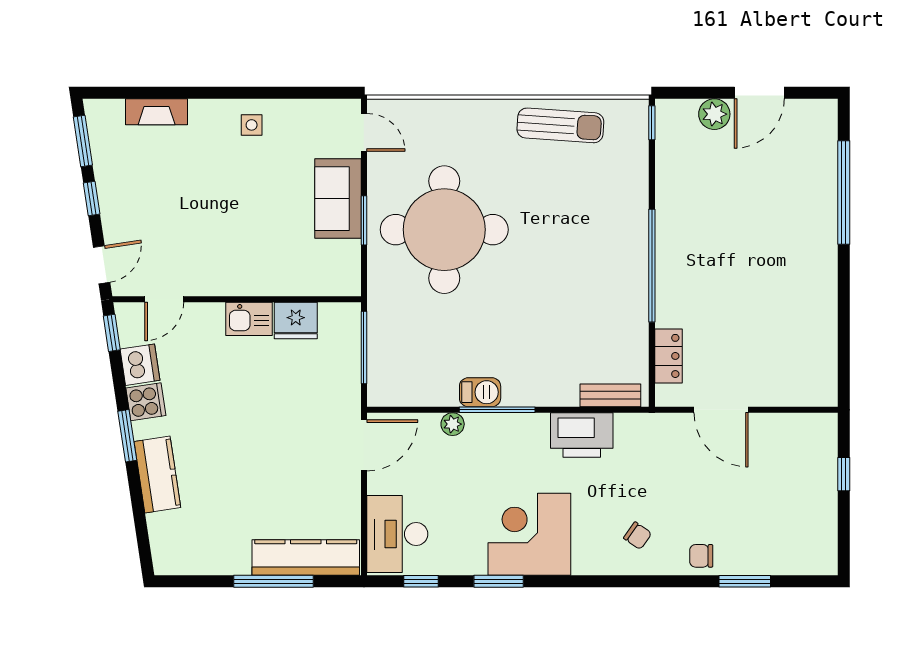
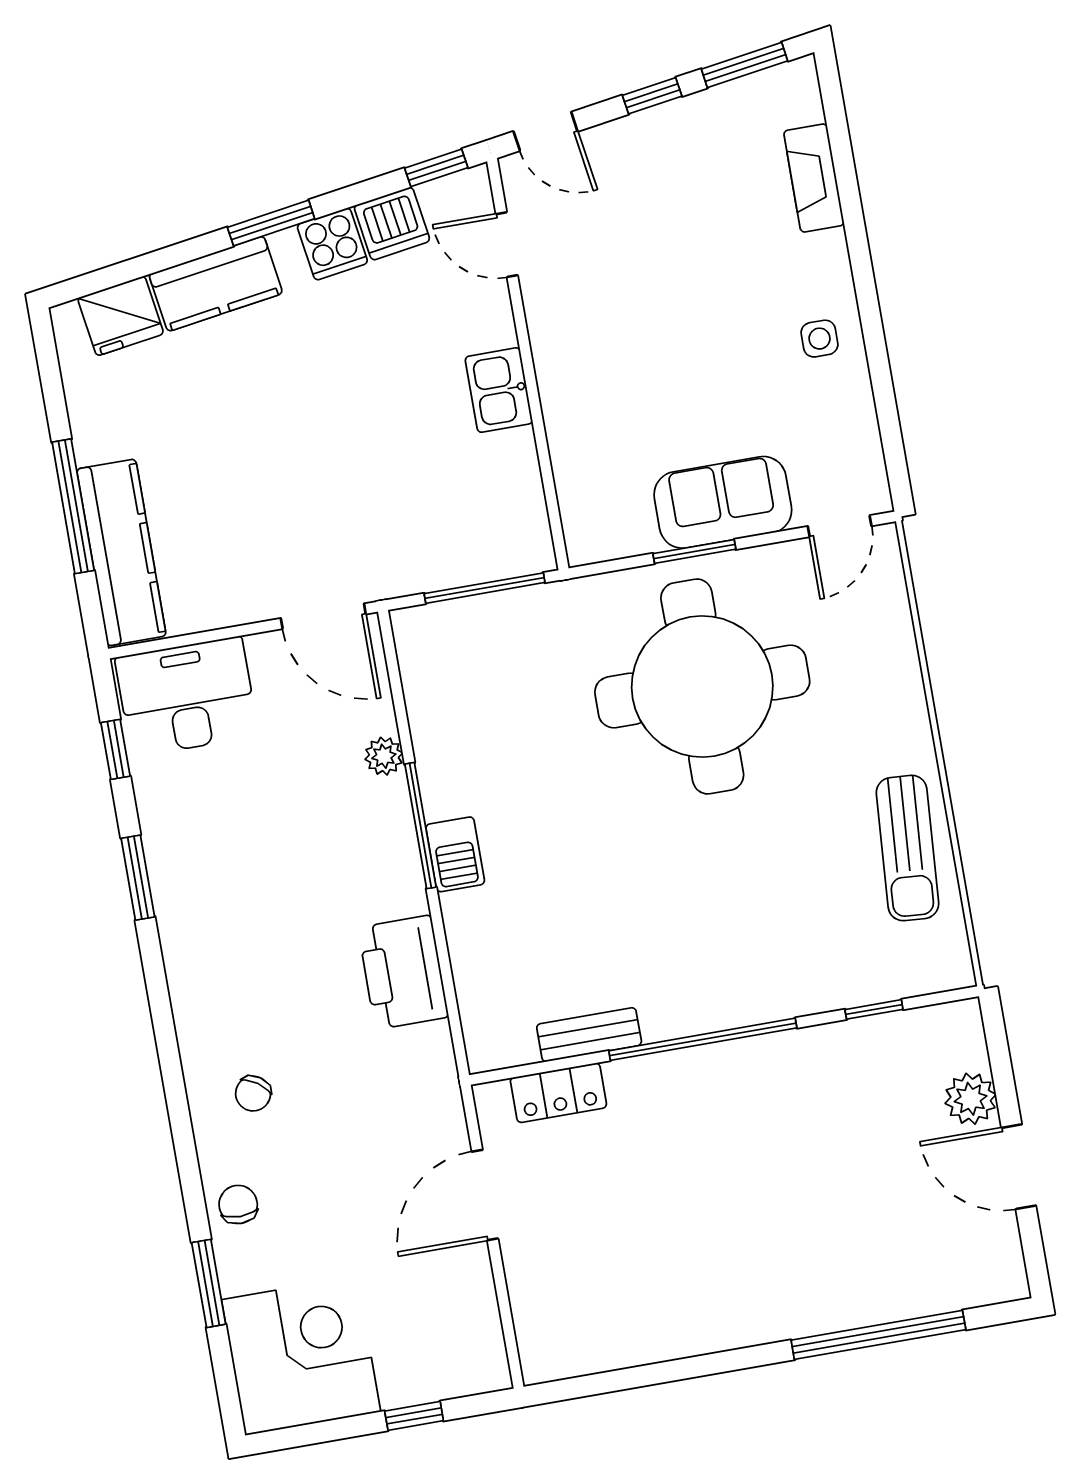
window: (652, 123) -> (874, 1009), moved
fridge: (296, 320) -> (121, 316), moved, turned -99
barbecue: (480, 392) -> (455, 854), moved
bench: (610, 395) -> (589, 1035), moved, turned 90
corner desk: (529, 534) -> (301, 1356), moved

